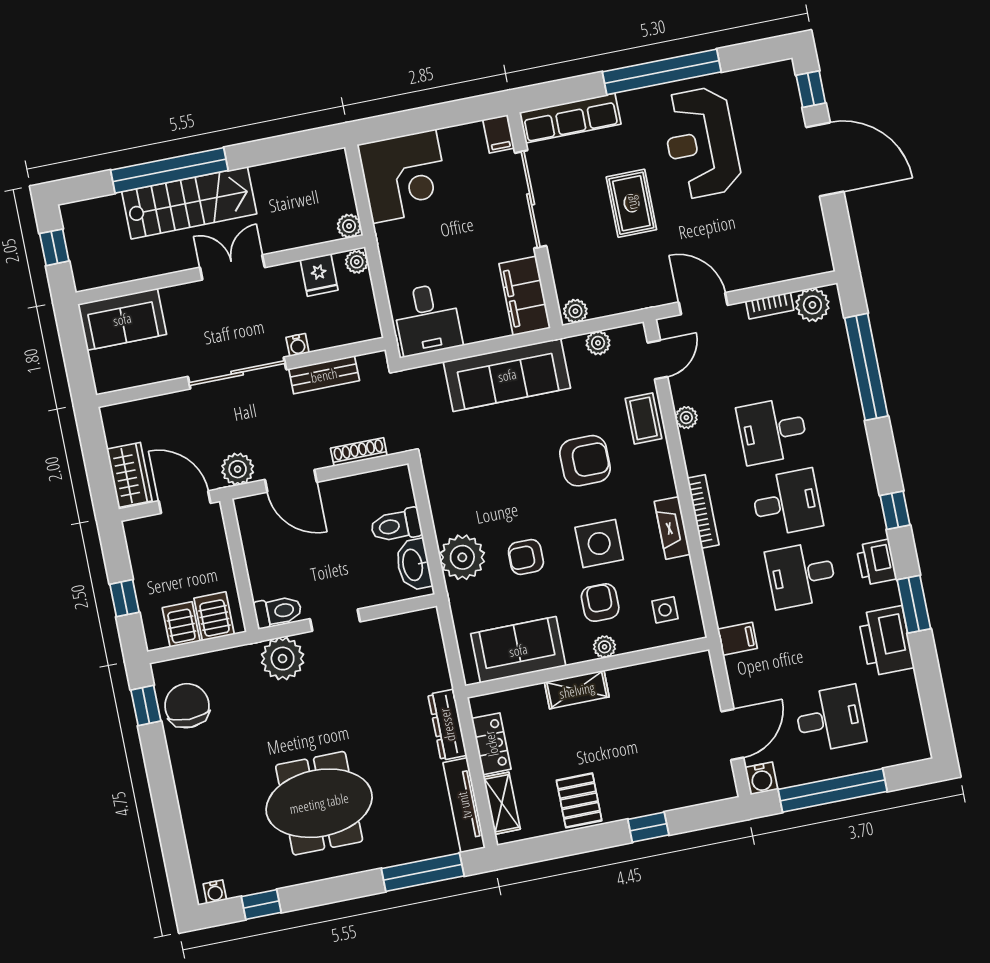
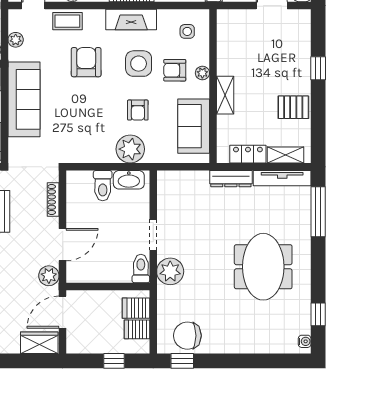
fireplace: (672, 528) -> (131, 19), width x1.37, depth x1.32

